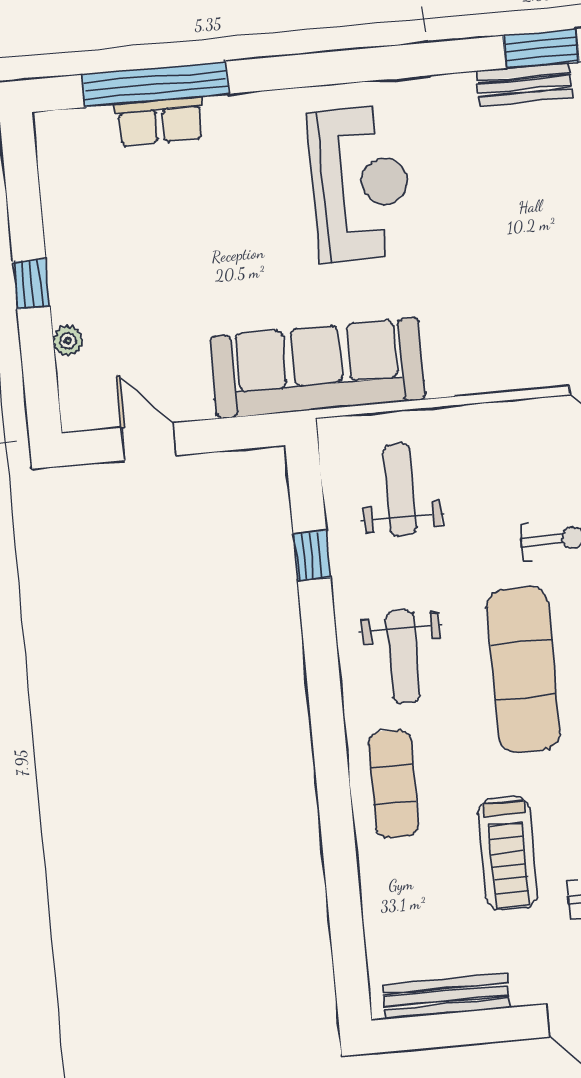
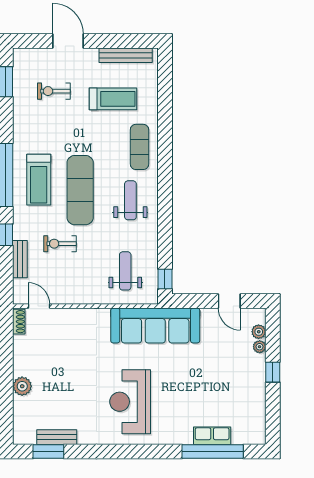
plant: (73, 376) -> (259, 332), added
weight bench: (400, 490) -> (125, 271), turned 180
window: (312, 555) -> (165, 279), moved
treadmill: (508, 853) -> (113, 99), moved, turned 90

